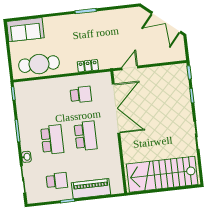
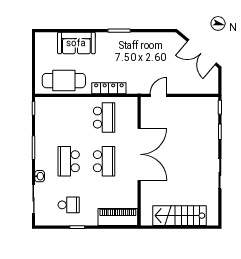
sofa: (25, 30) -> (76, 43), moved
locker: (88, 66) -> (109, 88), width x1.53
school desk: (81, 95) -> (104, 118), width x1.85
double door: (116, 108) -> (139, 154), moved
school desk: (52, 140) -> (69, 161), turned 180
stairs: (162, 174) -> (180, 216), width x0.73, depth x0.66
piano: (91, 189) -> (118, 217), moved

